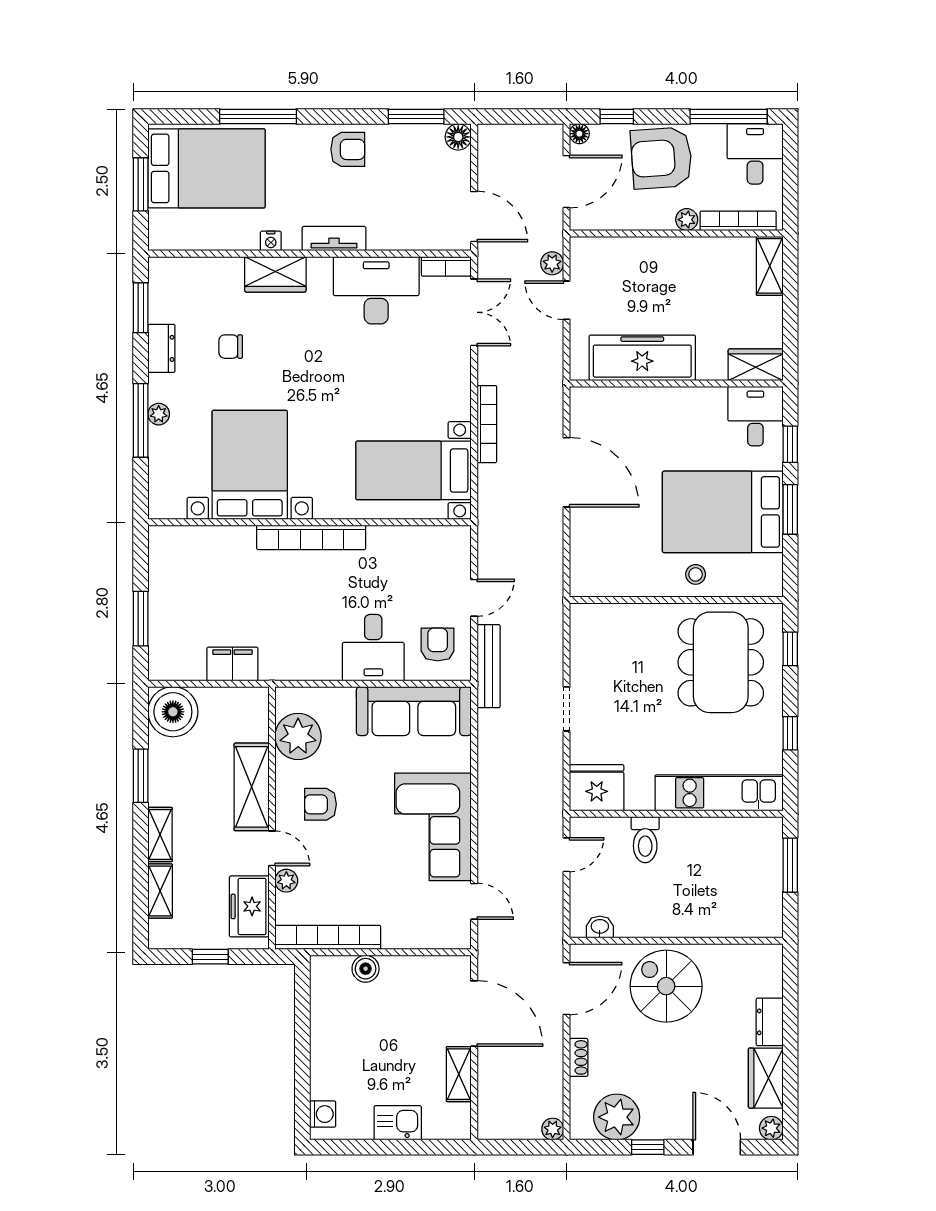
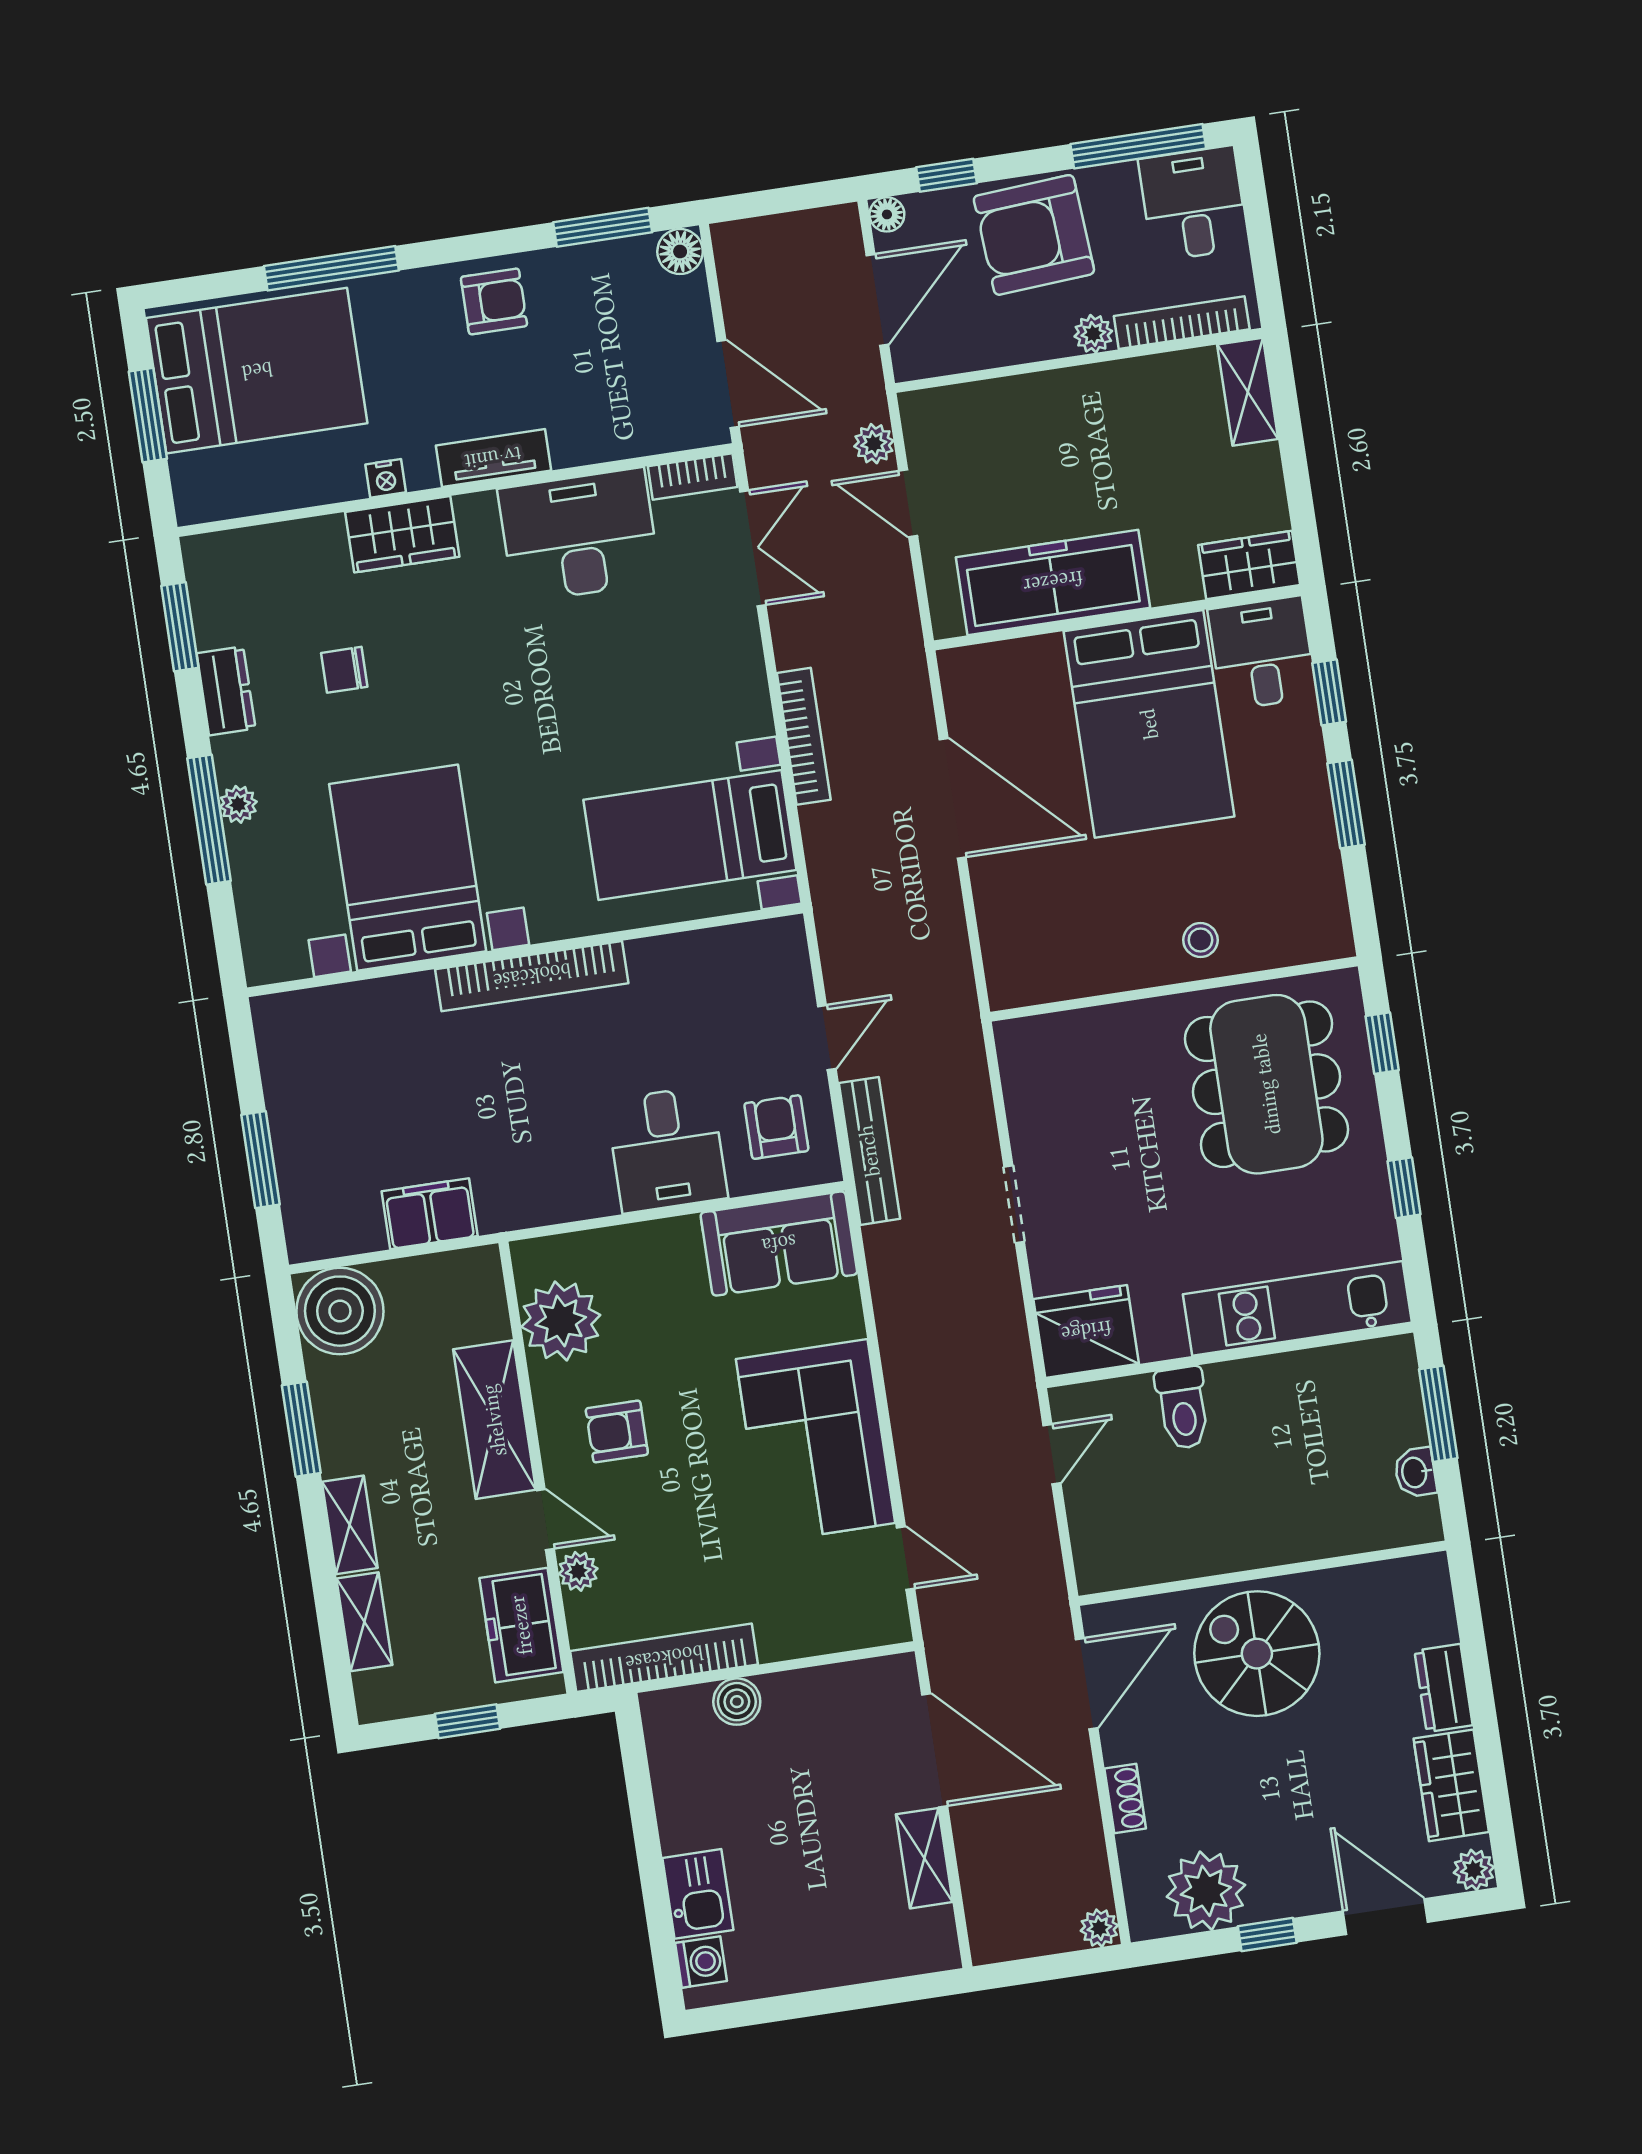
bed: (723, 512) -> (1149, 724), moved, turned -90
sofa: (414, 711) -> (779, 1244), width x0.73
washbasin: (600, 927) -> (1415, 1472), moved, turned -90
kitchen sink: (398, 1123) -> (698, 1894), moved, turned 90

